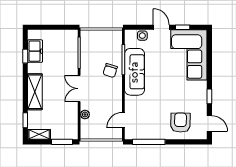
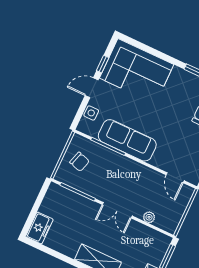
freezer: (35, 51) -> (39, 228), moved, turned 90
window: (25, 56) -> (54, 253), removed
chair: (110, 70) -> (80, 162), moved

